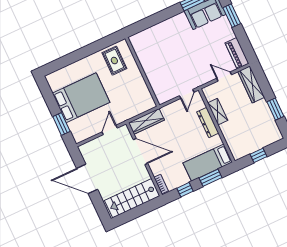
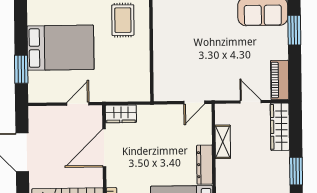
wardrobe: (146, 121) -> (121, 114), width x0.67
dresser: (208, 122) -> (205, 165), moved
door: (140, 151) -> (104, 148), swing flipped

